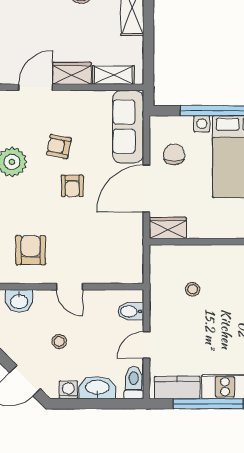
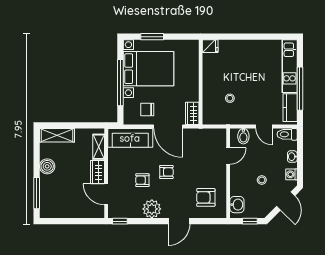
armchair: (59, 146) -> (142, 180), turned 79
door: (70, 287) -> (228, 156), moved
washbasin: (97, 388) -> (292, 157), width x0.52, depth x0.69

